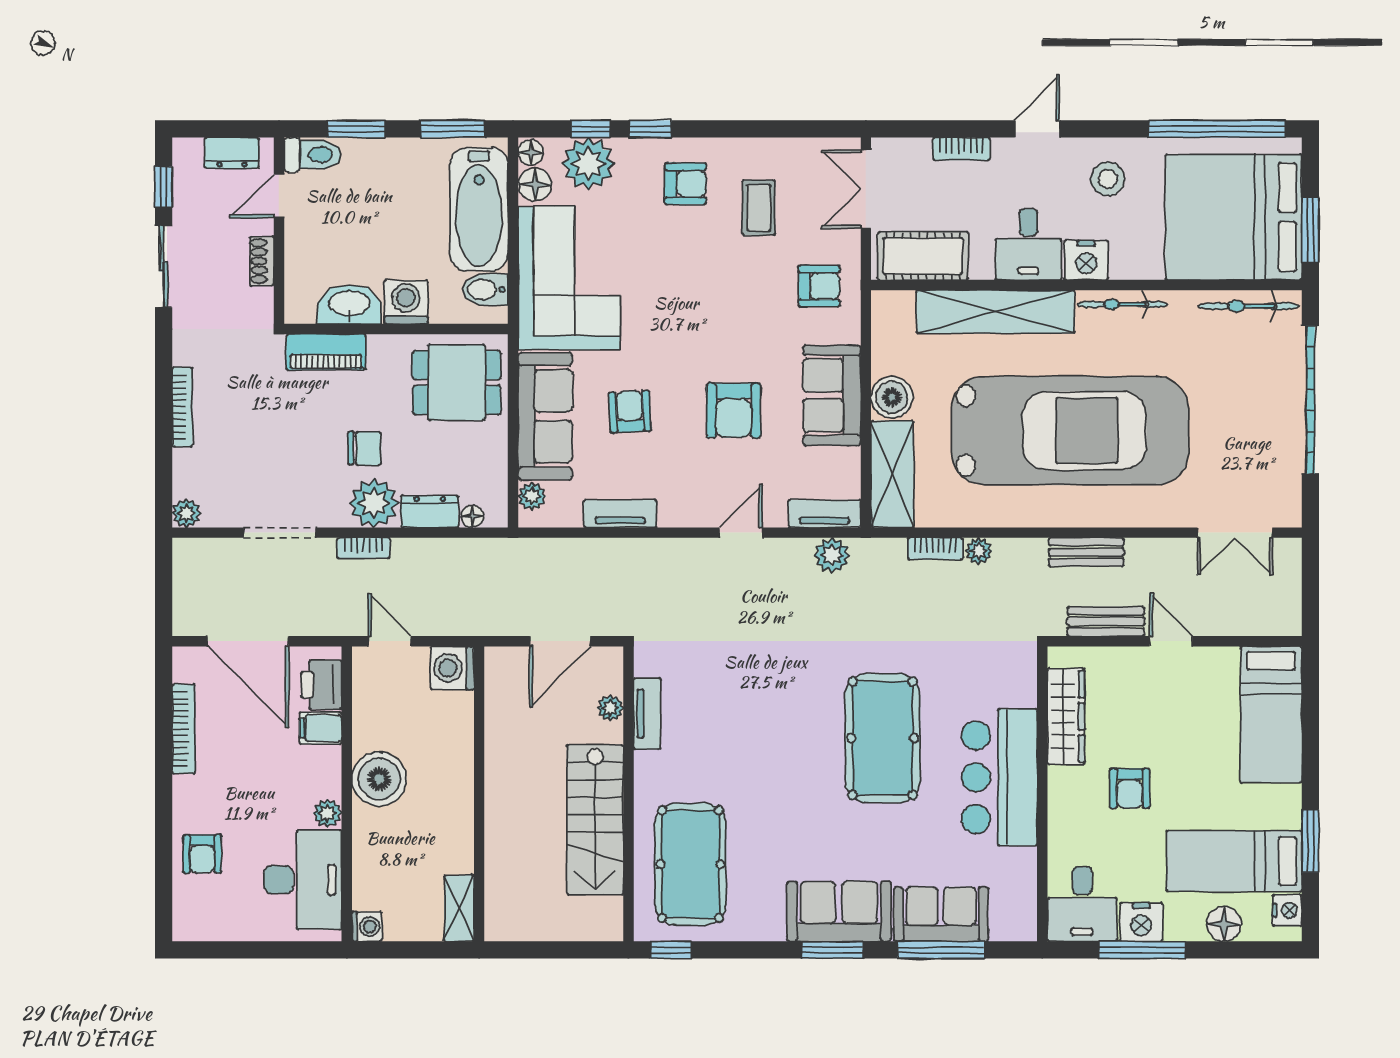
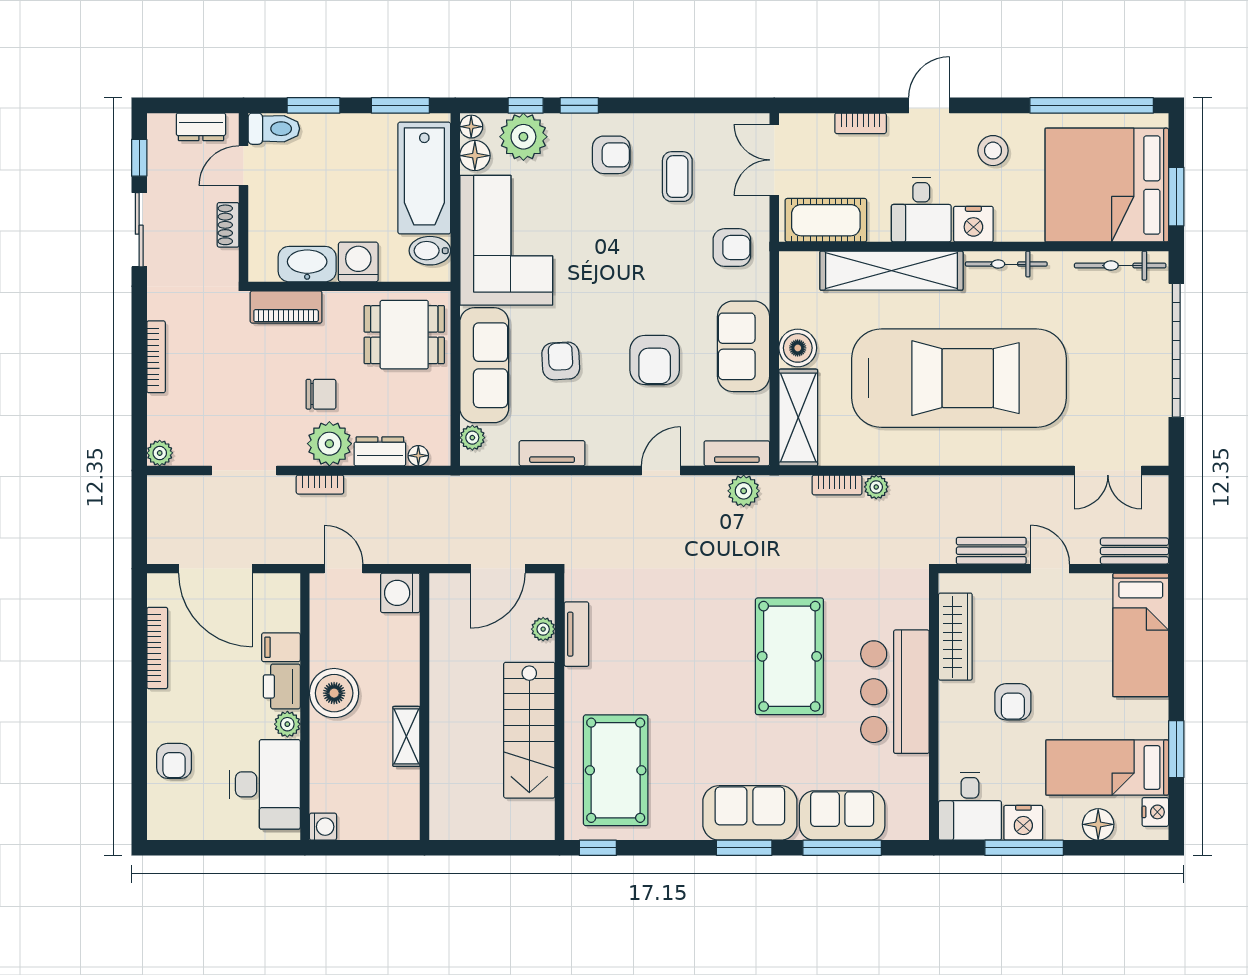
bench: (1086, 552) -> (1134, 551), moved
printer: (321, 685) -> (282, 686), moved
shelving: (459, 908) -> (406, 736), moved

